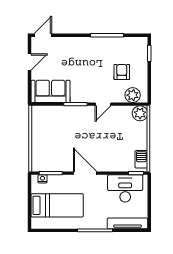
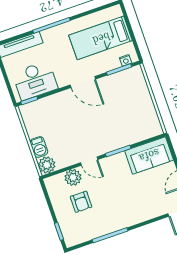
plant: (133, 95) -> (73, 177), moved
door: (103, 104) -> (89, 161), swing flipped
barbecue: (141, 159) -> (39, 147), moved

